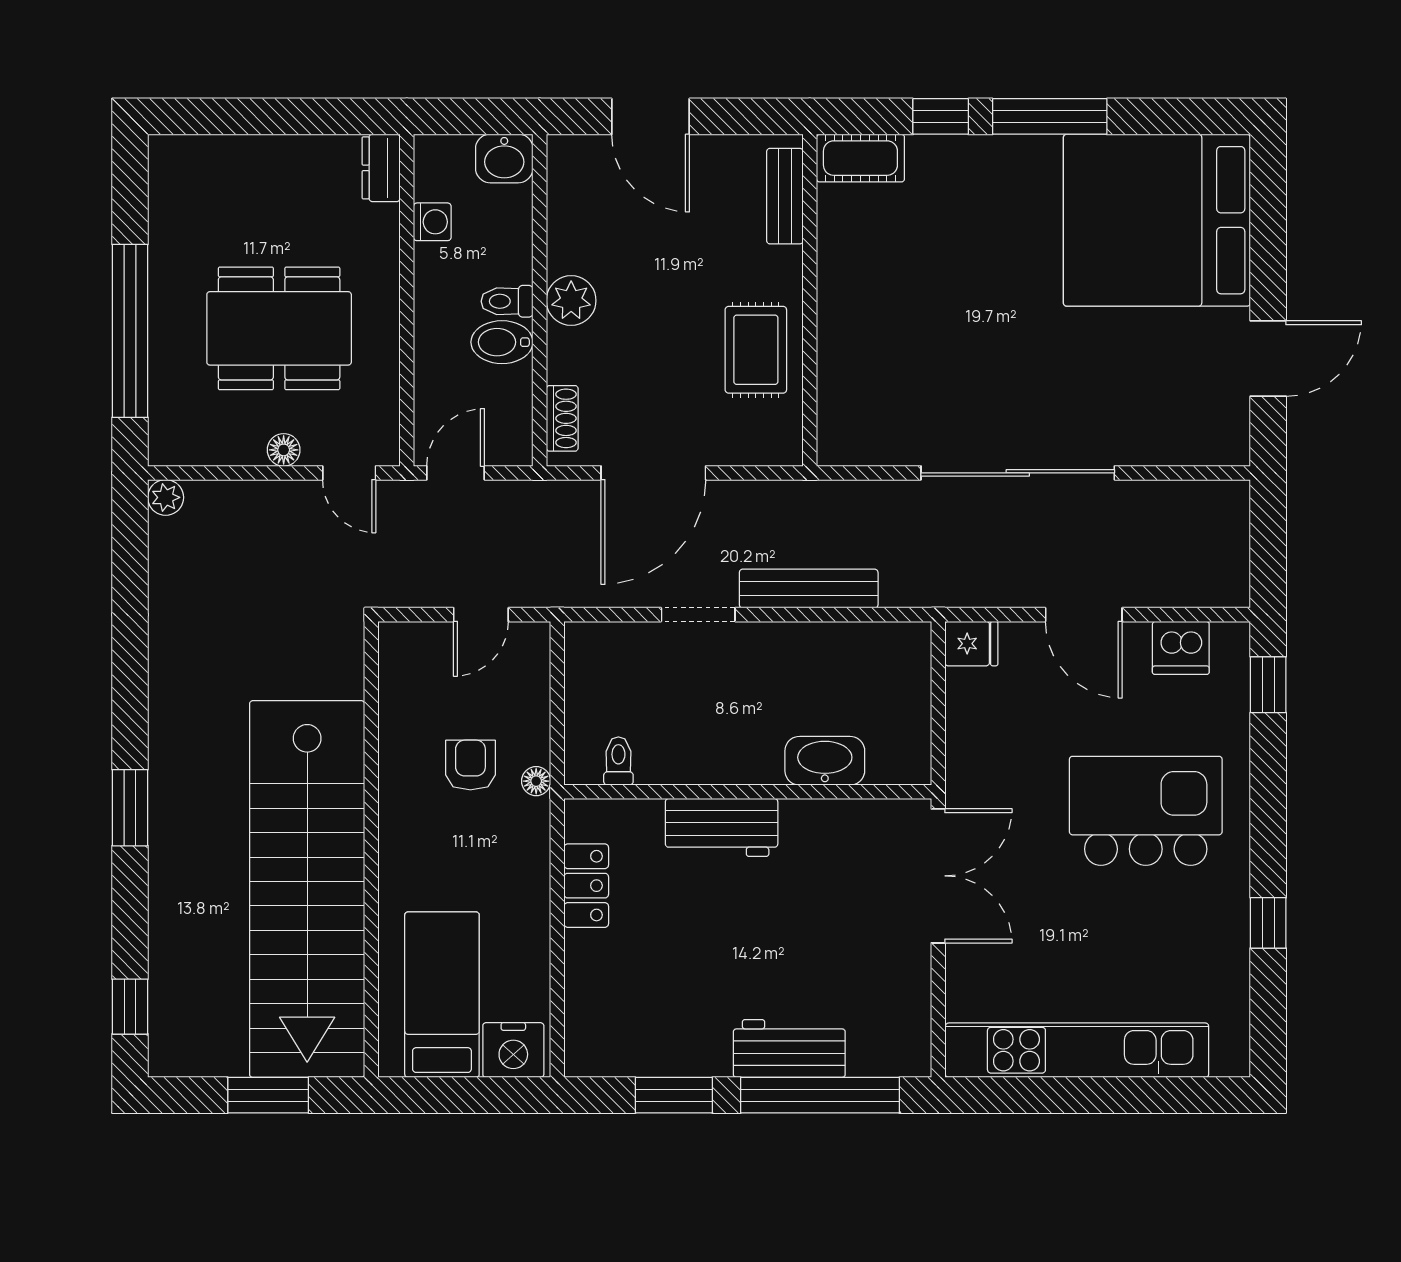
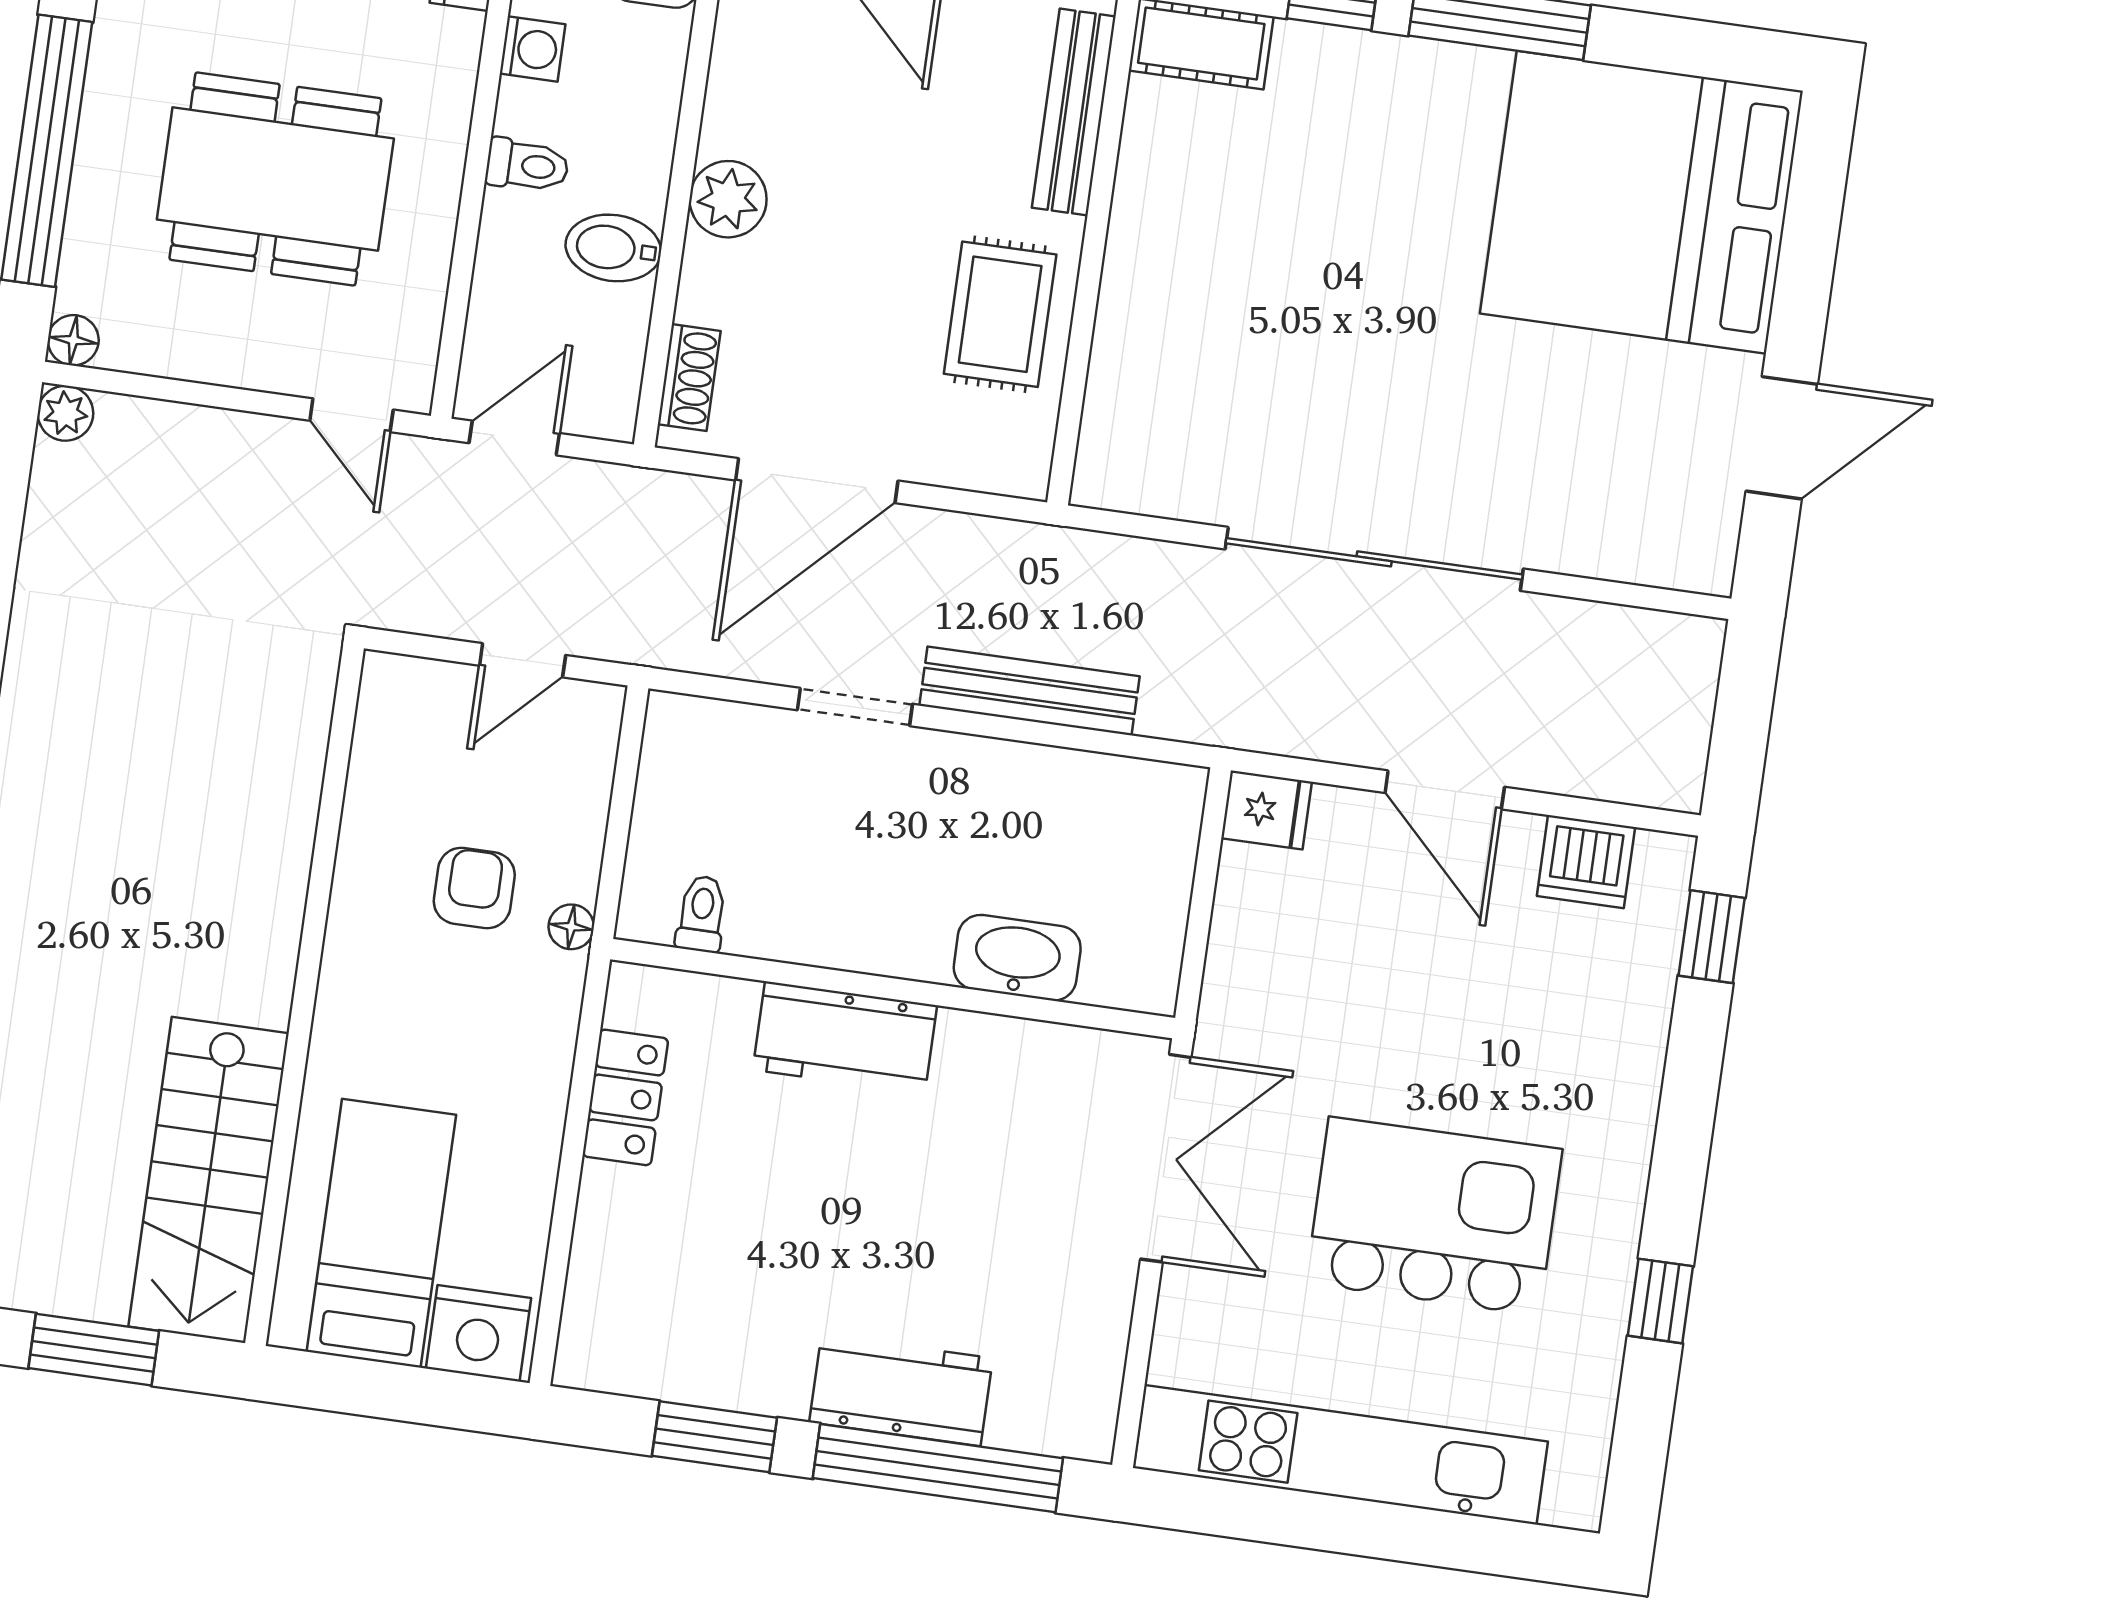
bench: (785, 196) -> (1074, 112), width x1.36
toilet: (507, 301) -> (527, 165), moved, turned 180
floor lamp: (284, 450) -> (73, 340), moved
kitchen island: (1146, 811) -> (1434, 1216), moved
stairs: (307, 889) -> (209, 1180), width x0.54, depth x0.66

